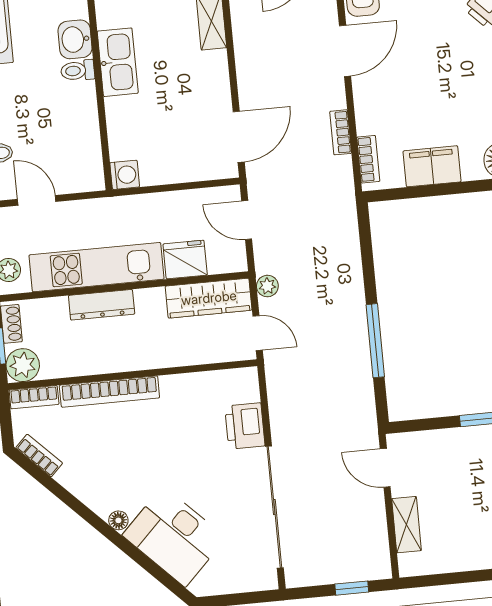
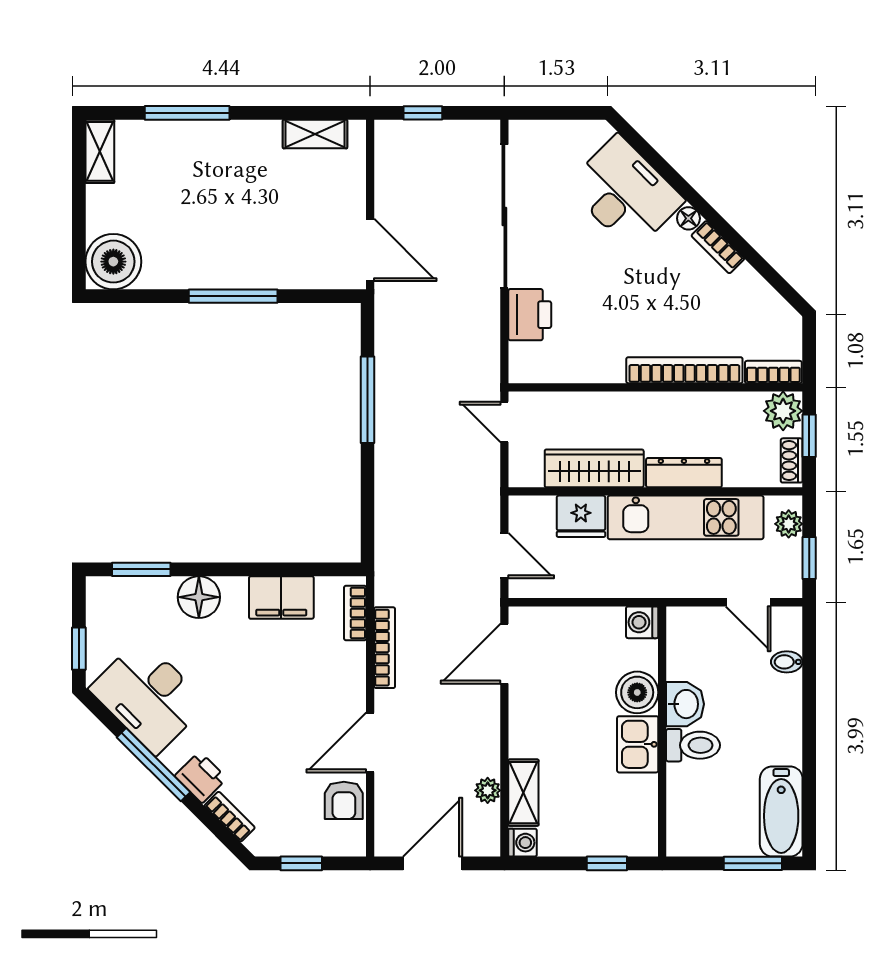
washbasin: (75, 39) -> (685, 704), moved
kitchen sink: (118, 62) -> (638, 744), width x0.73
toilet: (78, 71) -> (693, 745), width x1.37, depth x1.39
boiler: (123, 115) -> (637, 692), added
bookcase: (341, 132) -> (385, 648), width x1.56
plant: (267, 286) -> (488, 790), moved
wardrobe: (209, 298) -> (594, 468), moved
bookcase: (39, 456) -> (718, 247), moved
door: (385, 468) -> (370, 250), width x1.38
shelving: (406, 525) -> (315, 134), moved, turned 90

